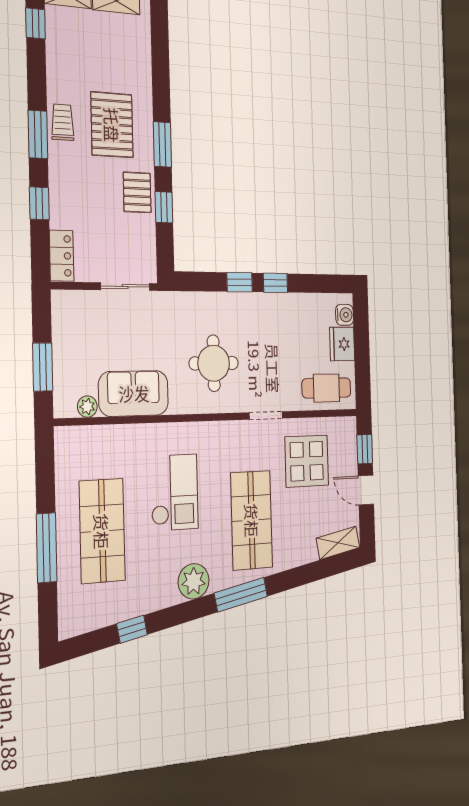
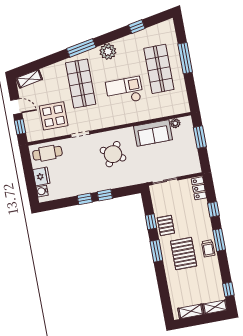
round table: (214, 363) -> (113, 154), turned 32
checkout: (174, 492) -> (124, 91), turned 90

